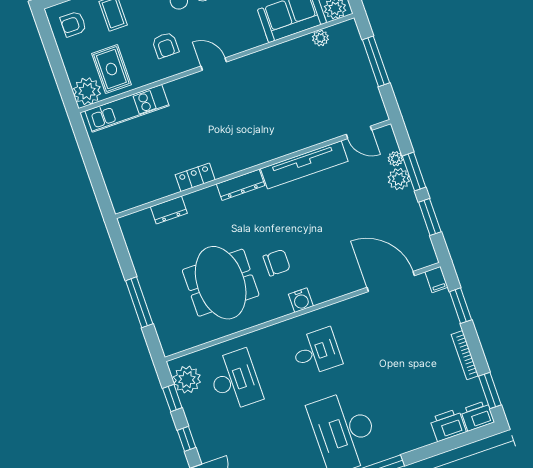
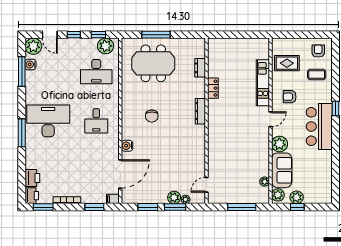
plant: (87, 91) -> (279, 144), moved
kitchen unit: (127, 108) -> (263, 83), moved
tv unit: (304, 165) -> (199, 149), removed
meeting table: (221, 283) -> (153, 63), moved
water cooler: (301, 300) -> (127, 146), moved

